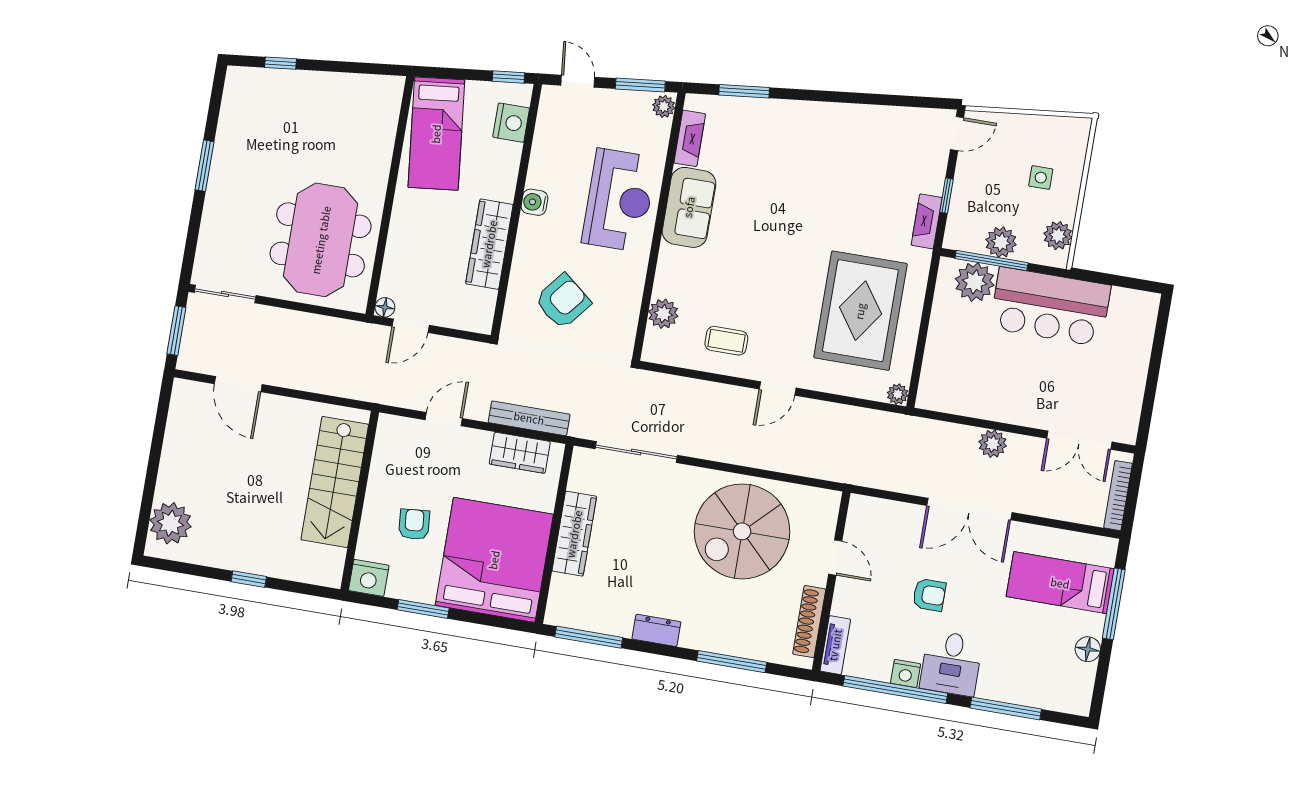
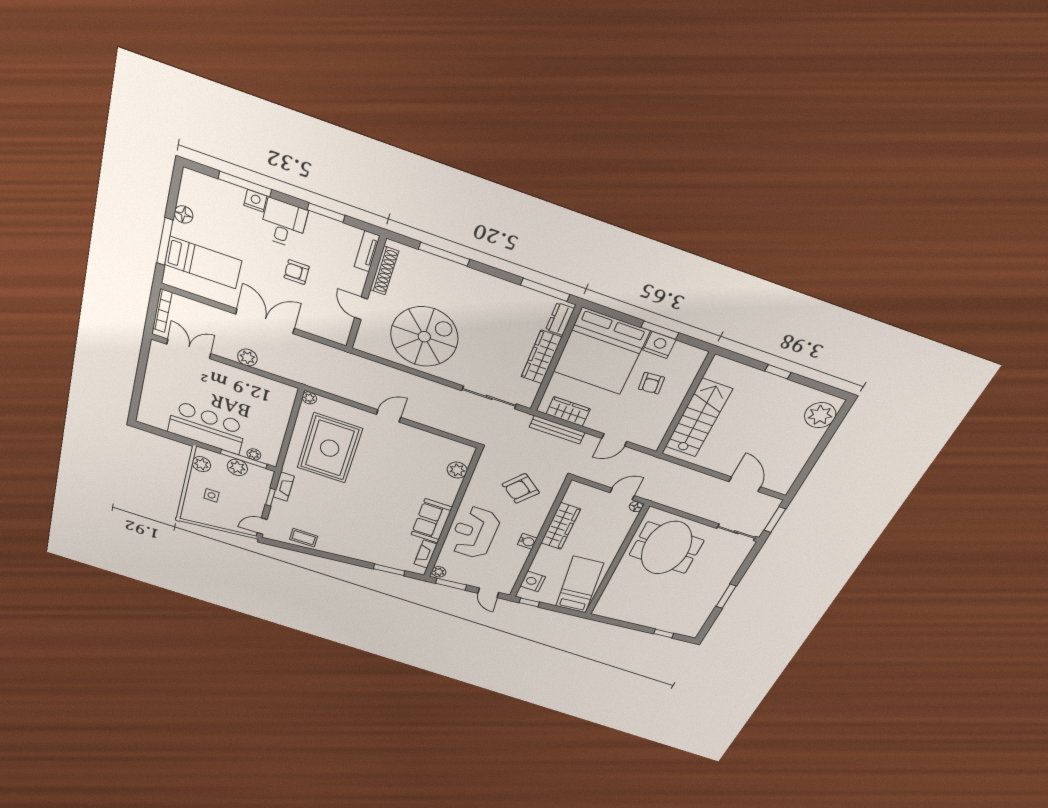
plant: (975, 282) -> (254, 454), width x0.53, depth x0.53
coffee table: (726, 341) -> (304, 538), moved
nightstand: (369, 578) -> (659, 345), moved
dresser: (656, 630) -> (560, 319), moved, turned 90
nightstand: (906, 673) -> (255, 201), moved
window: (895, 690) -> (326, 213), width x0.47

